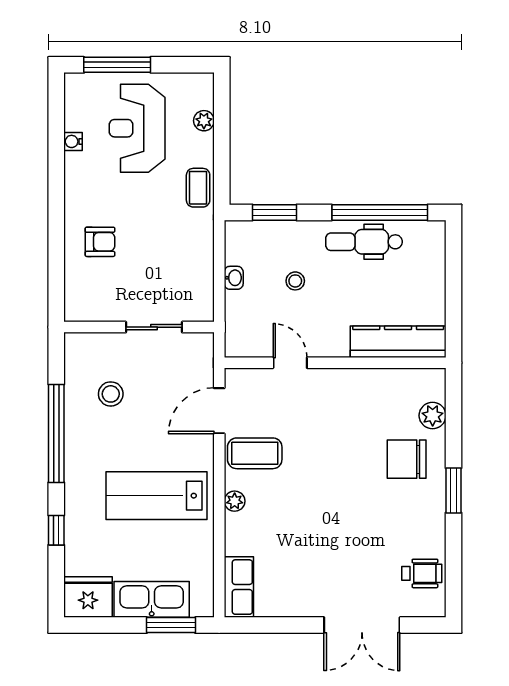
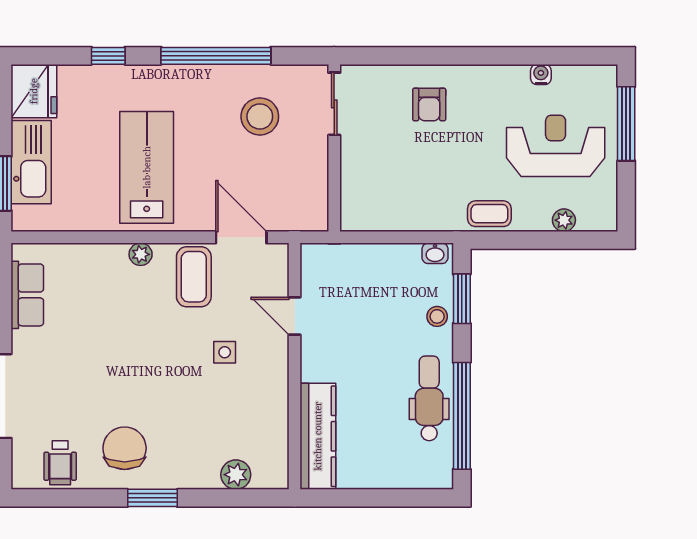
washbasin: (234, 278) -> (435, 253), moved
stool: (295, 281) -> (437, 316), moved
sliding door: (154, 327) -> (334, 104), moved
door: (290, 363) -> (295, 316), swing flipped
stool: (111, 394) -> (260, 116), width x1.38, depth x1.38
side table: (323, 425) -> (225, 352), added
chair: (407, 459) -> (125, 448), moved
row of seats: (239, 587) -> (27, 295), moved, turned -90

